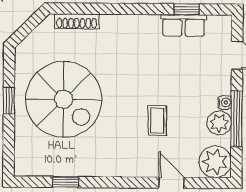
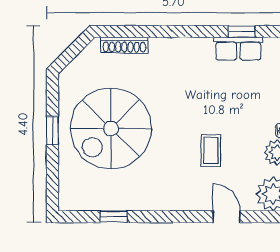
spiral stairs: (64, 99) -> (111, 128), turned 90

